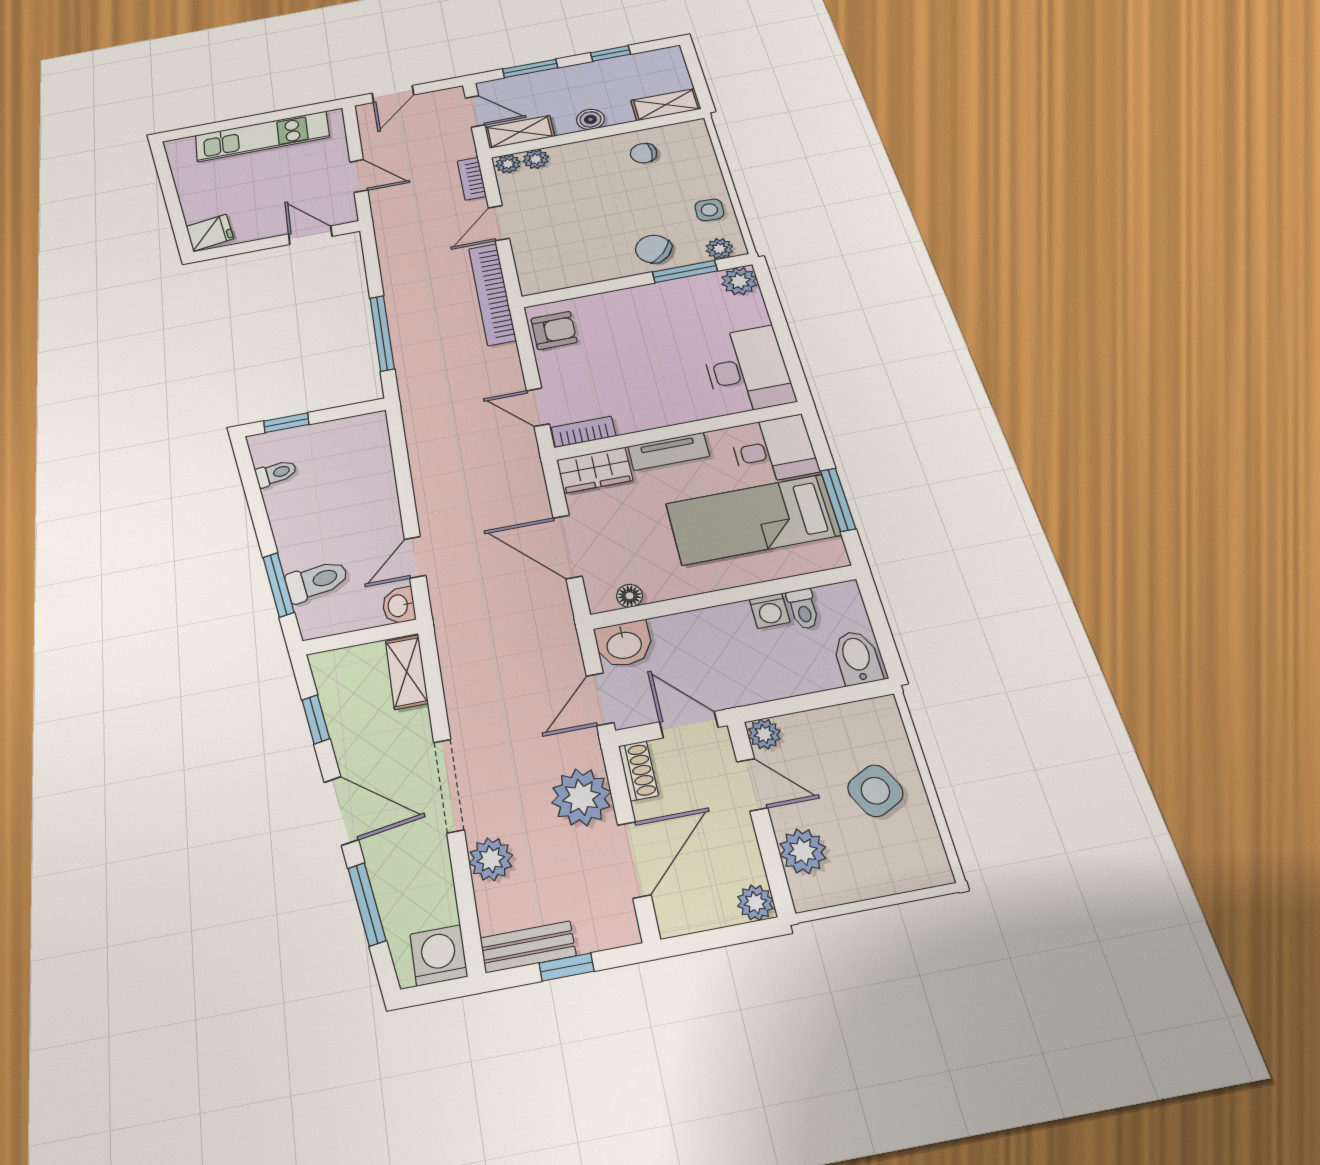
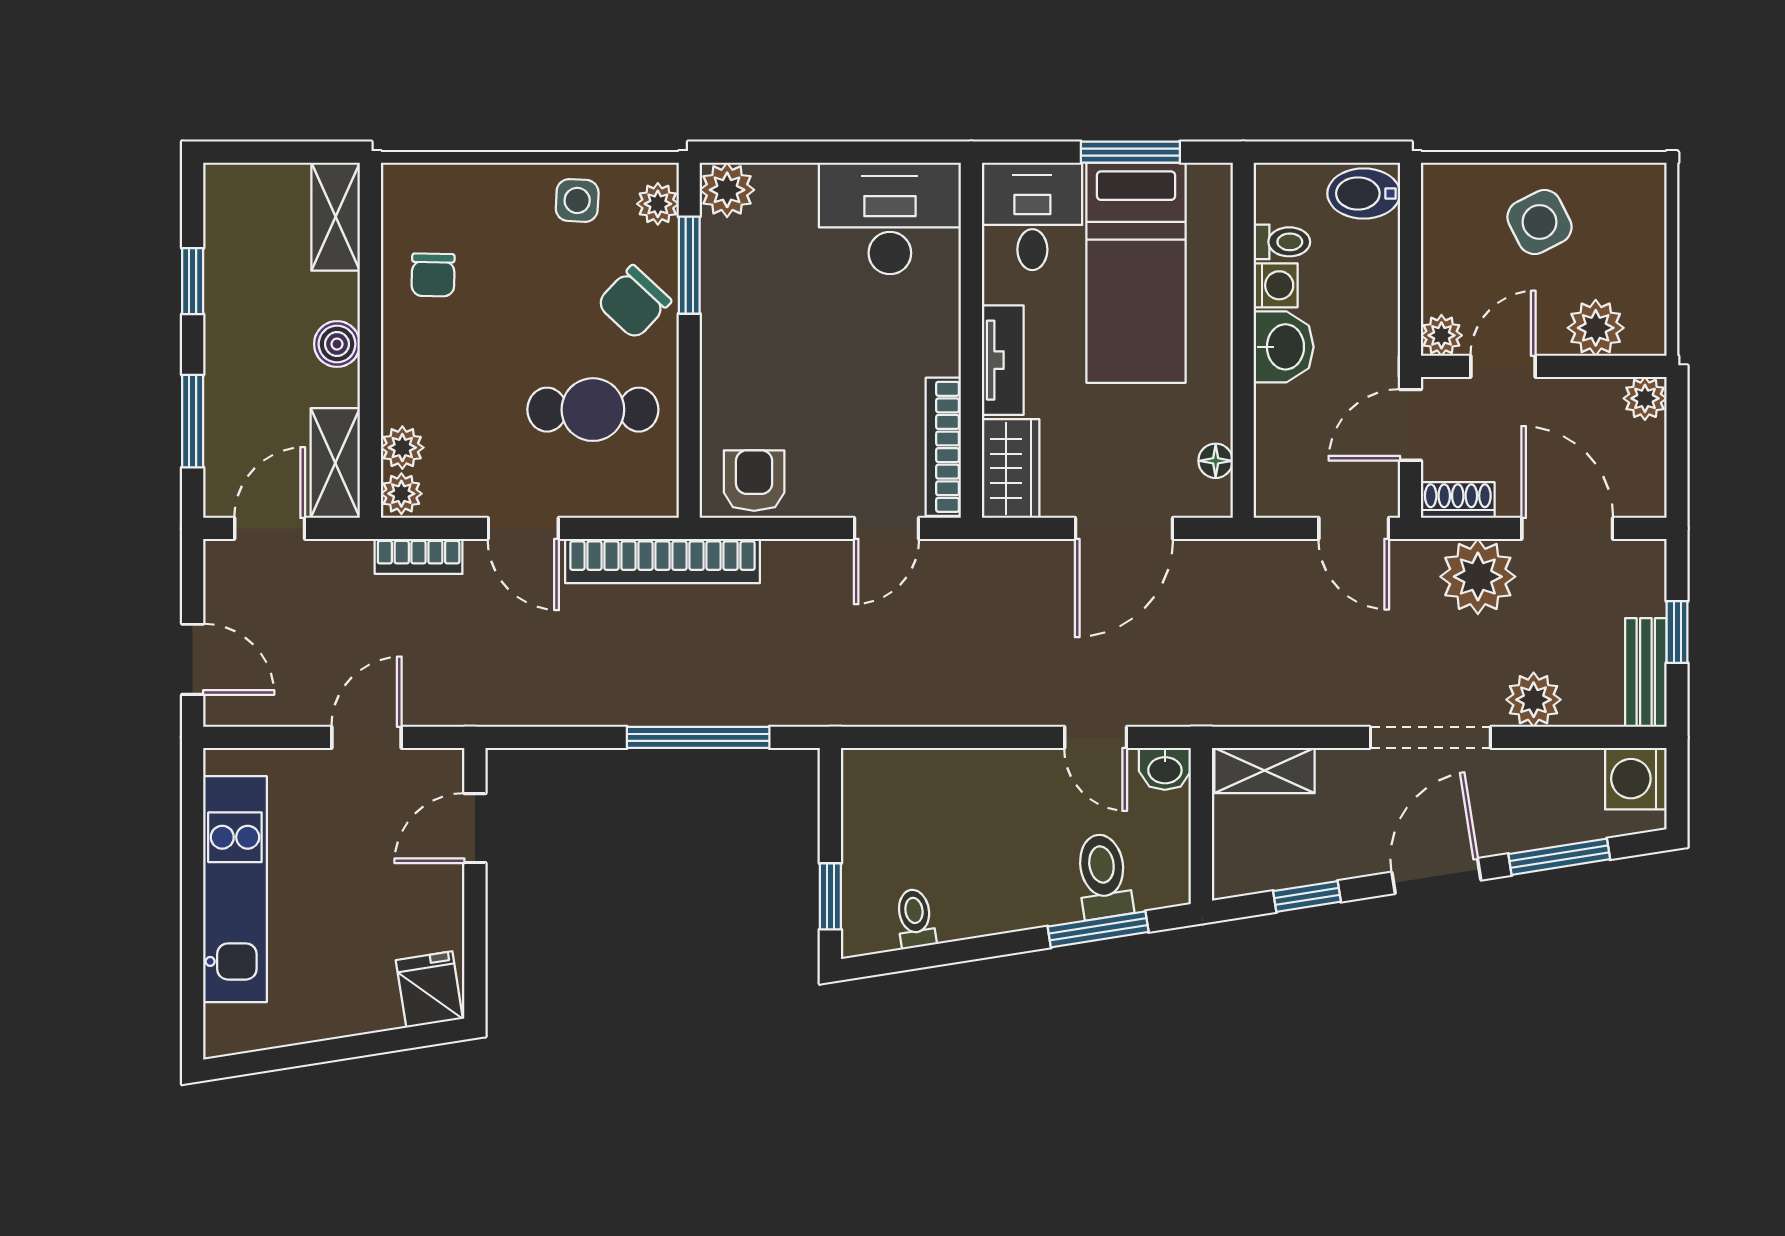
cafe table: (580, 242) -> (593, 410), added
bookcase: (583, 432) -> (943, 447), width x1.56
washbasin: (624, 644) -> (1284, 347), moved

